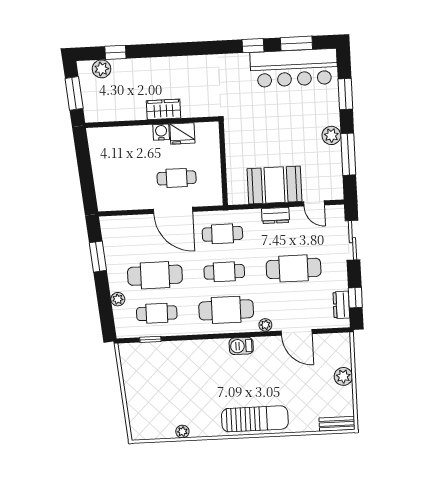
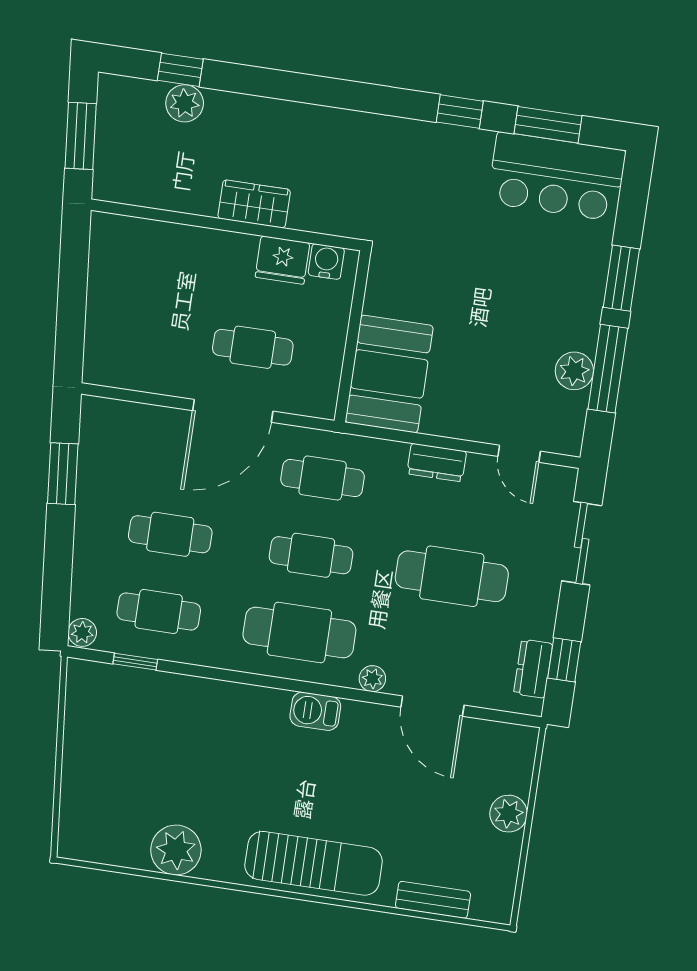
bar counter: (294, 68) -> (557, 177), width x0.73
plant: (102, 69) -> (185, 103), moved
window: (345, 94) -> (621, 278), moved
water cooler: (161, 132) -> (326, 262), moved
plant: (331, 135) -> (574, 371), moved
booth: (274, 185) -> (389, 374), moved, turned 90
door: (173, 210) -> (233, 411), hinge flipped
cafe table: (155, 275) -> (170, 534), width x0.73, depth x0.74
plant: (118, 299) -> (82, 632), moved
bench: (337, 424) -> (433, 900), moved
plant: (182, 432) -> (176, 850), width x1.88, depth x1.88

